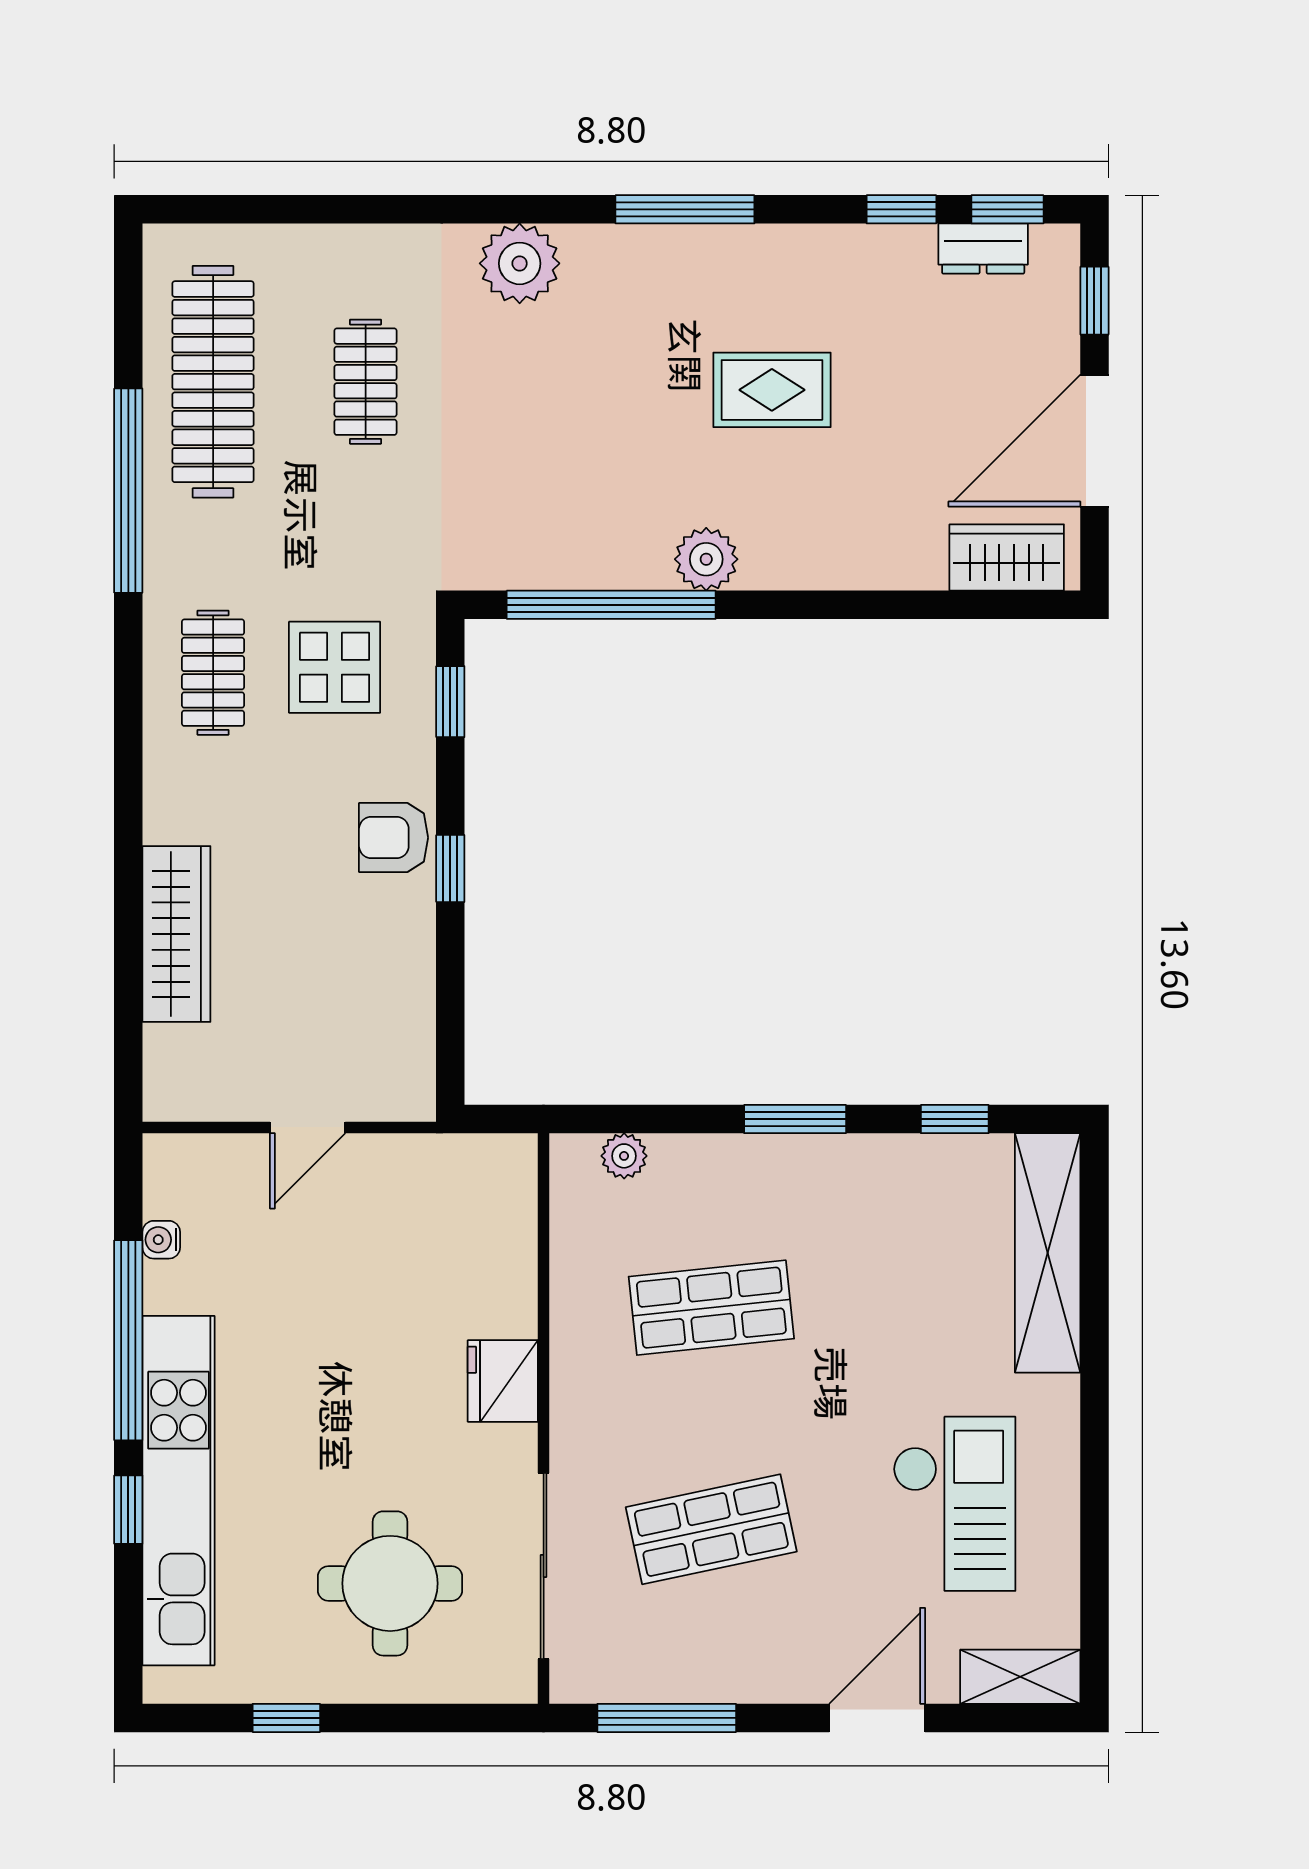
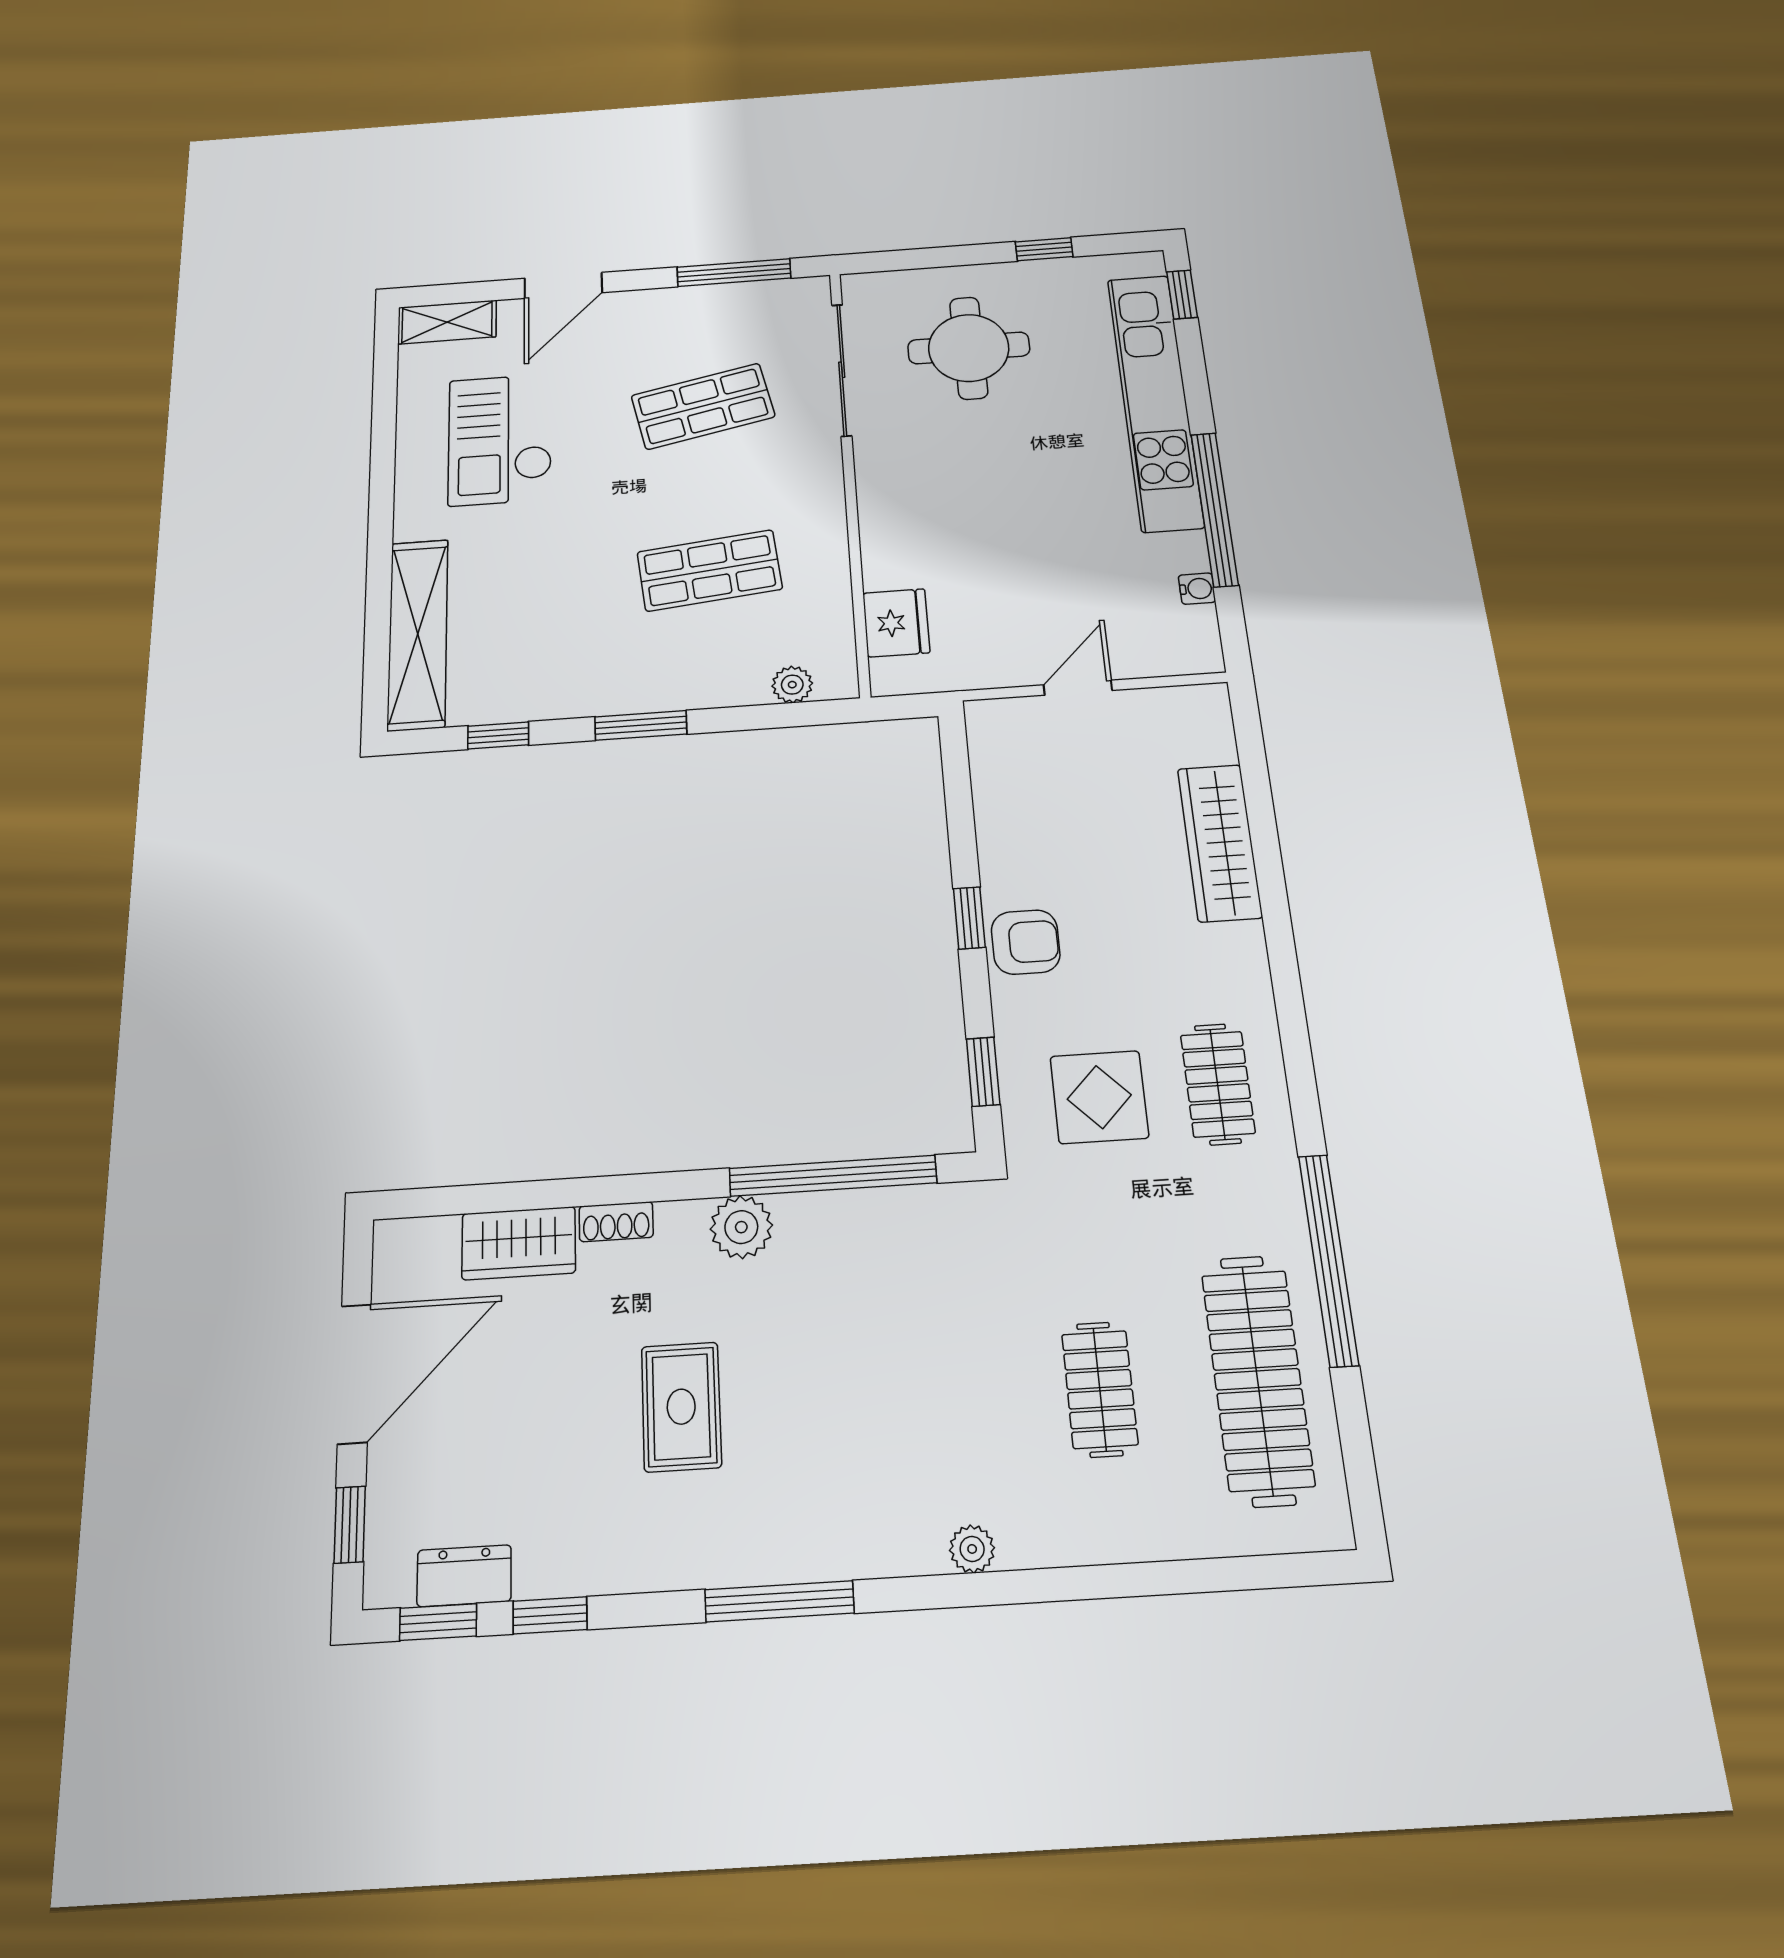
plant: (520, 263) -> (972, 1549), width x0.53, depth x0.53
rug: (772, 390) -> (681, 1407), turned 90
wardrobe: (1007, 558) -> (519, 1243), moved
shoe rack: (832, 573) -> (616, 1222), added
fridge: (503, 1381) -> (896, 623), moved
window: (128, 1510) -> (1182, 295), moved

